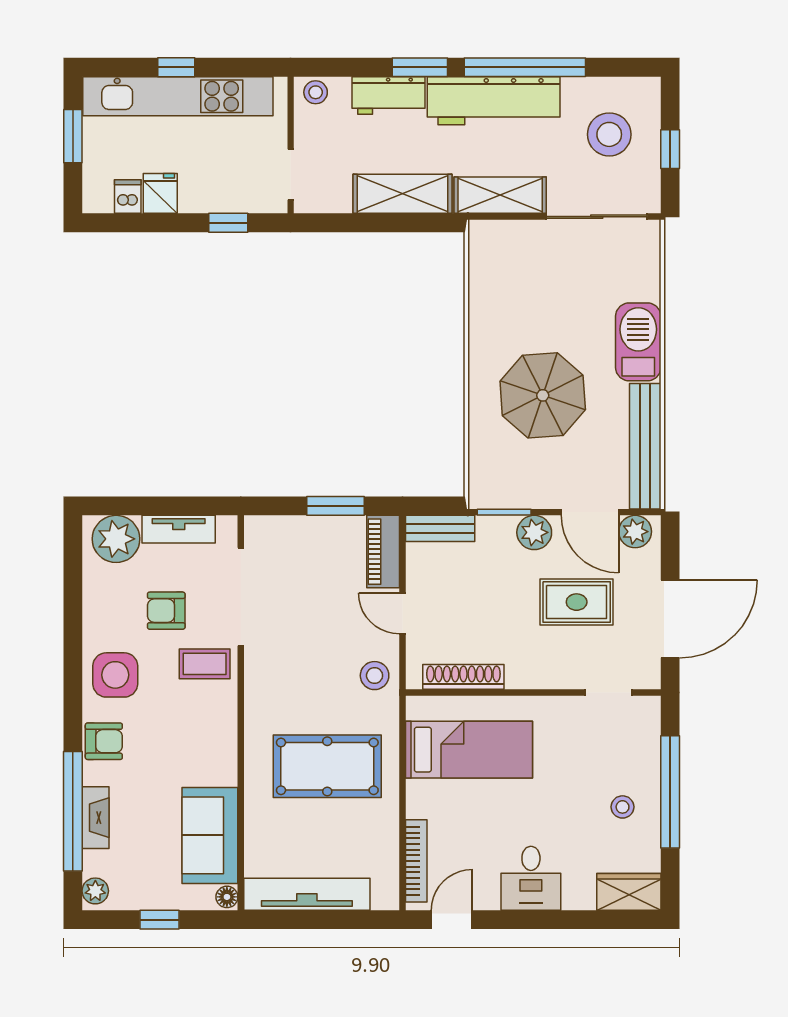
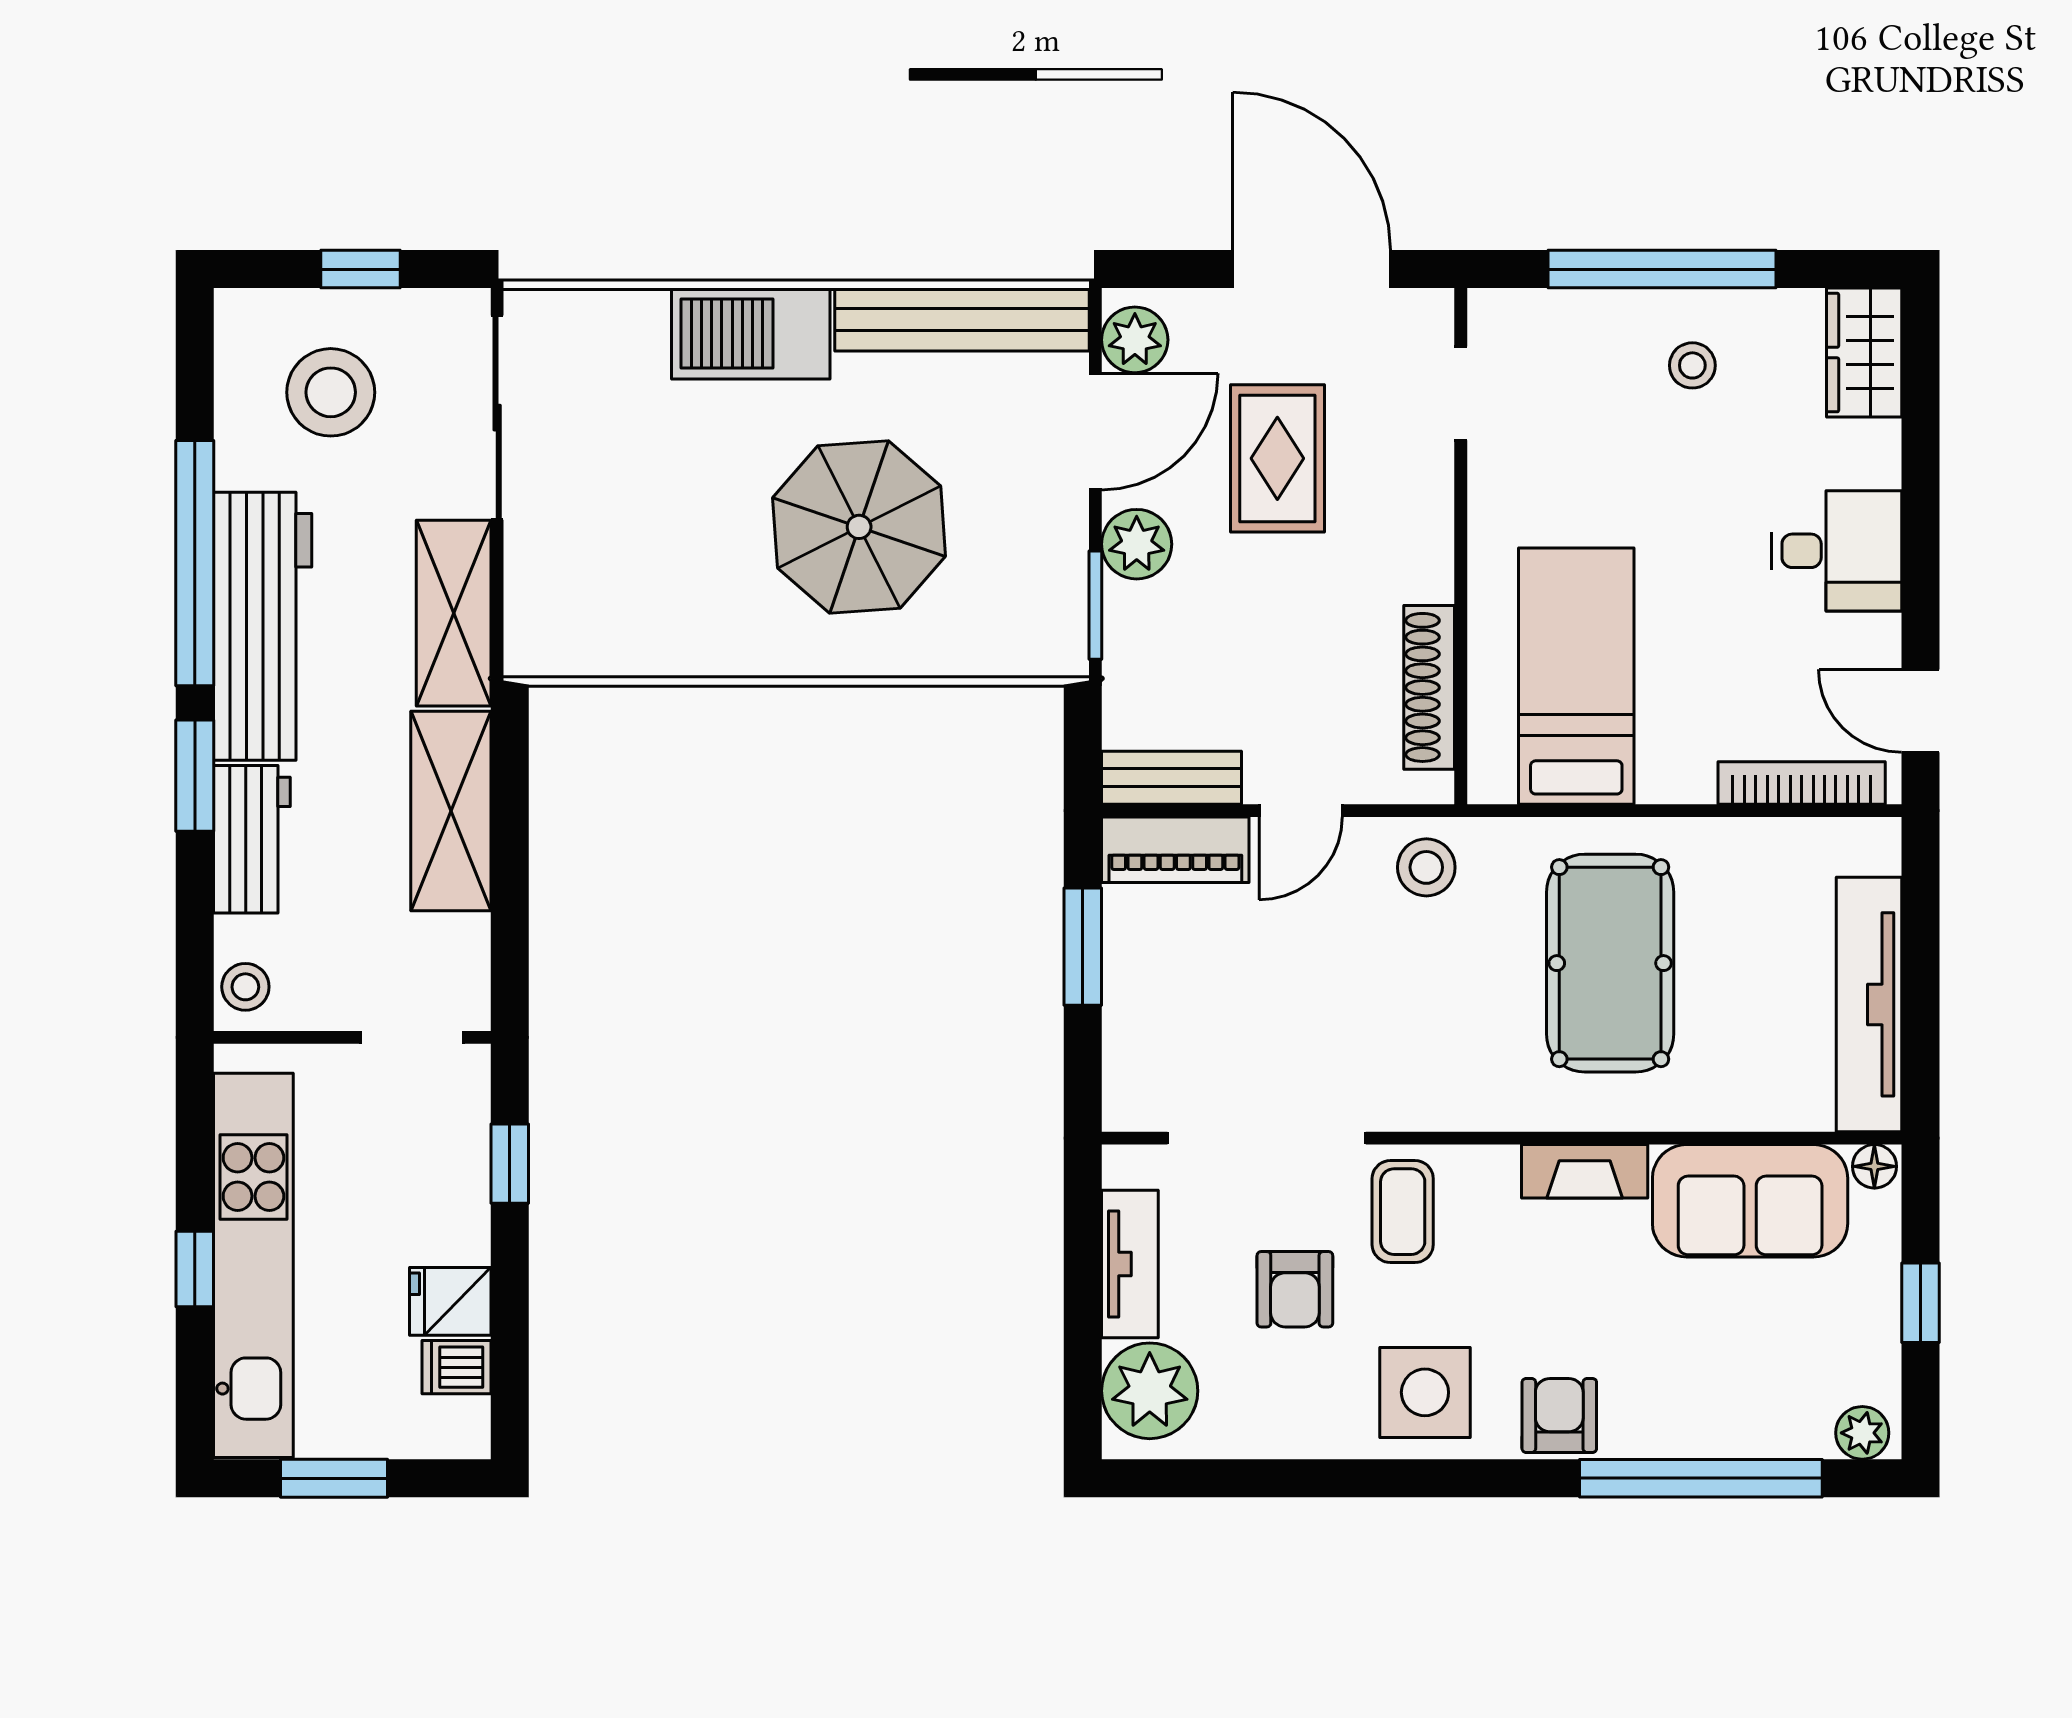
bench: (440, 528) -> (1172, 778), moved, turned 90
fireplace: (95, 818) -> (1585, 1171), moved, turned 180

